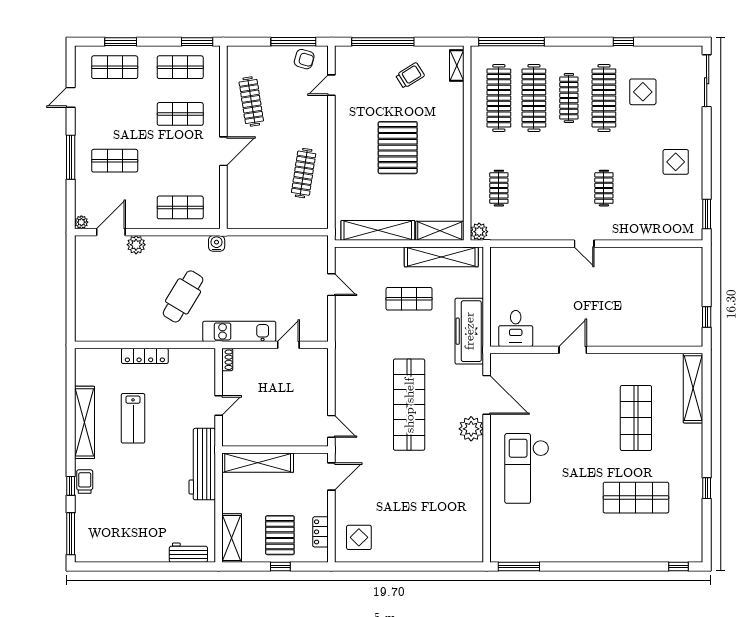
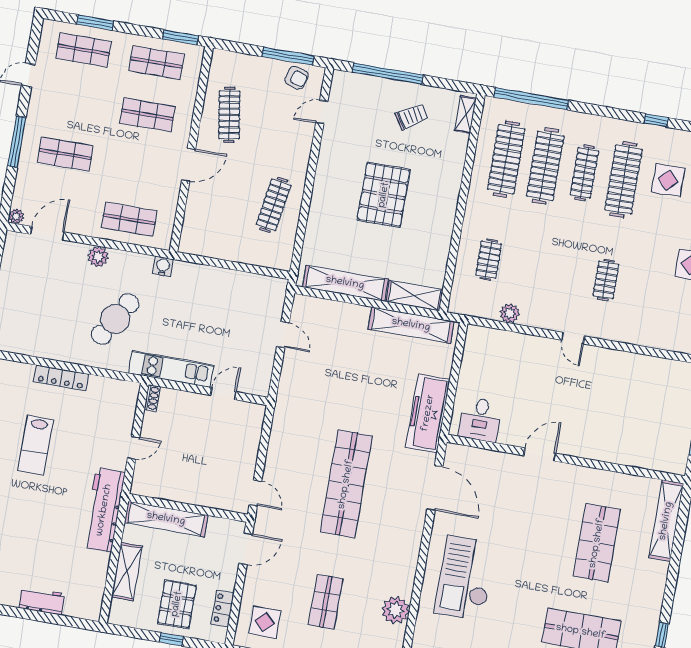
plant: (479, 232) -> (510, 313), moved
plant: (136, 245) -> (98, 257), moved
shop shelf: (409, 299) -> (326, 602), moved, turned 90
plant: (471, 429) -> (396, 610), moved
shelving: (232, 538) -> (127, 572), moved
workbench: (188, 553) -> (42, 601), moved

